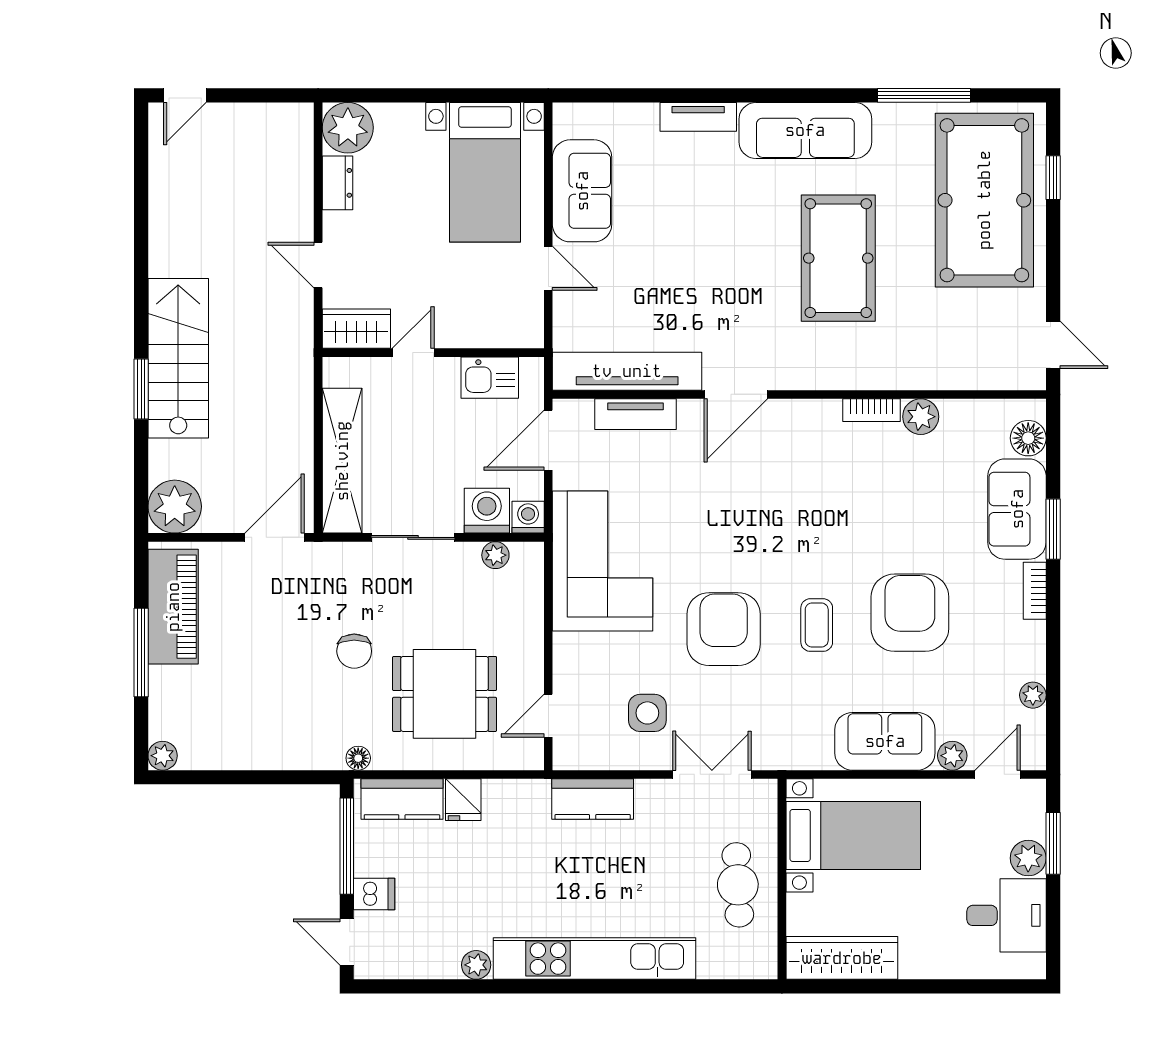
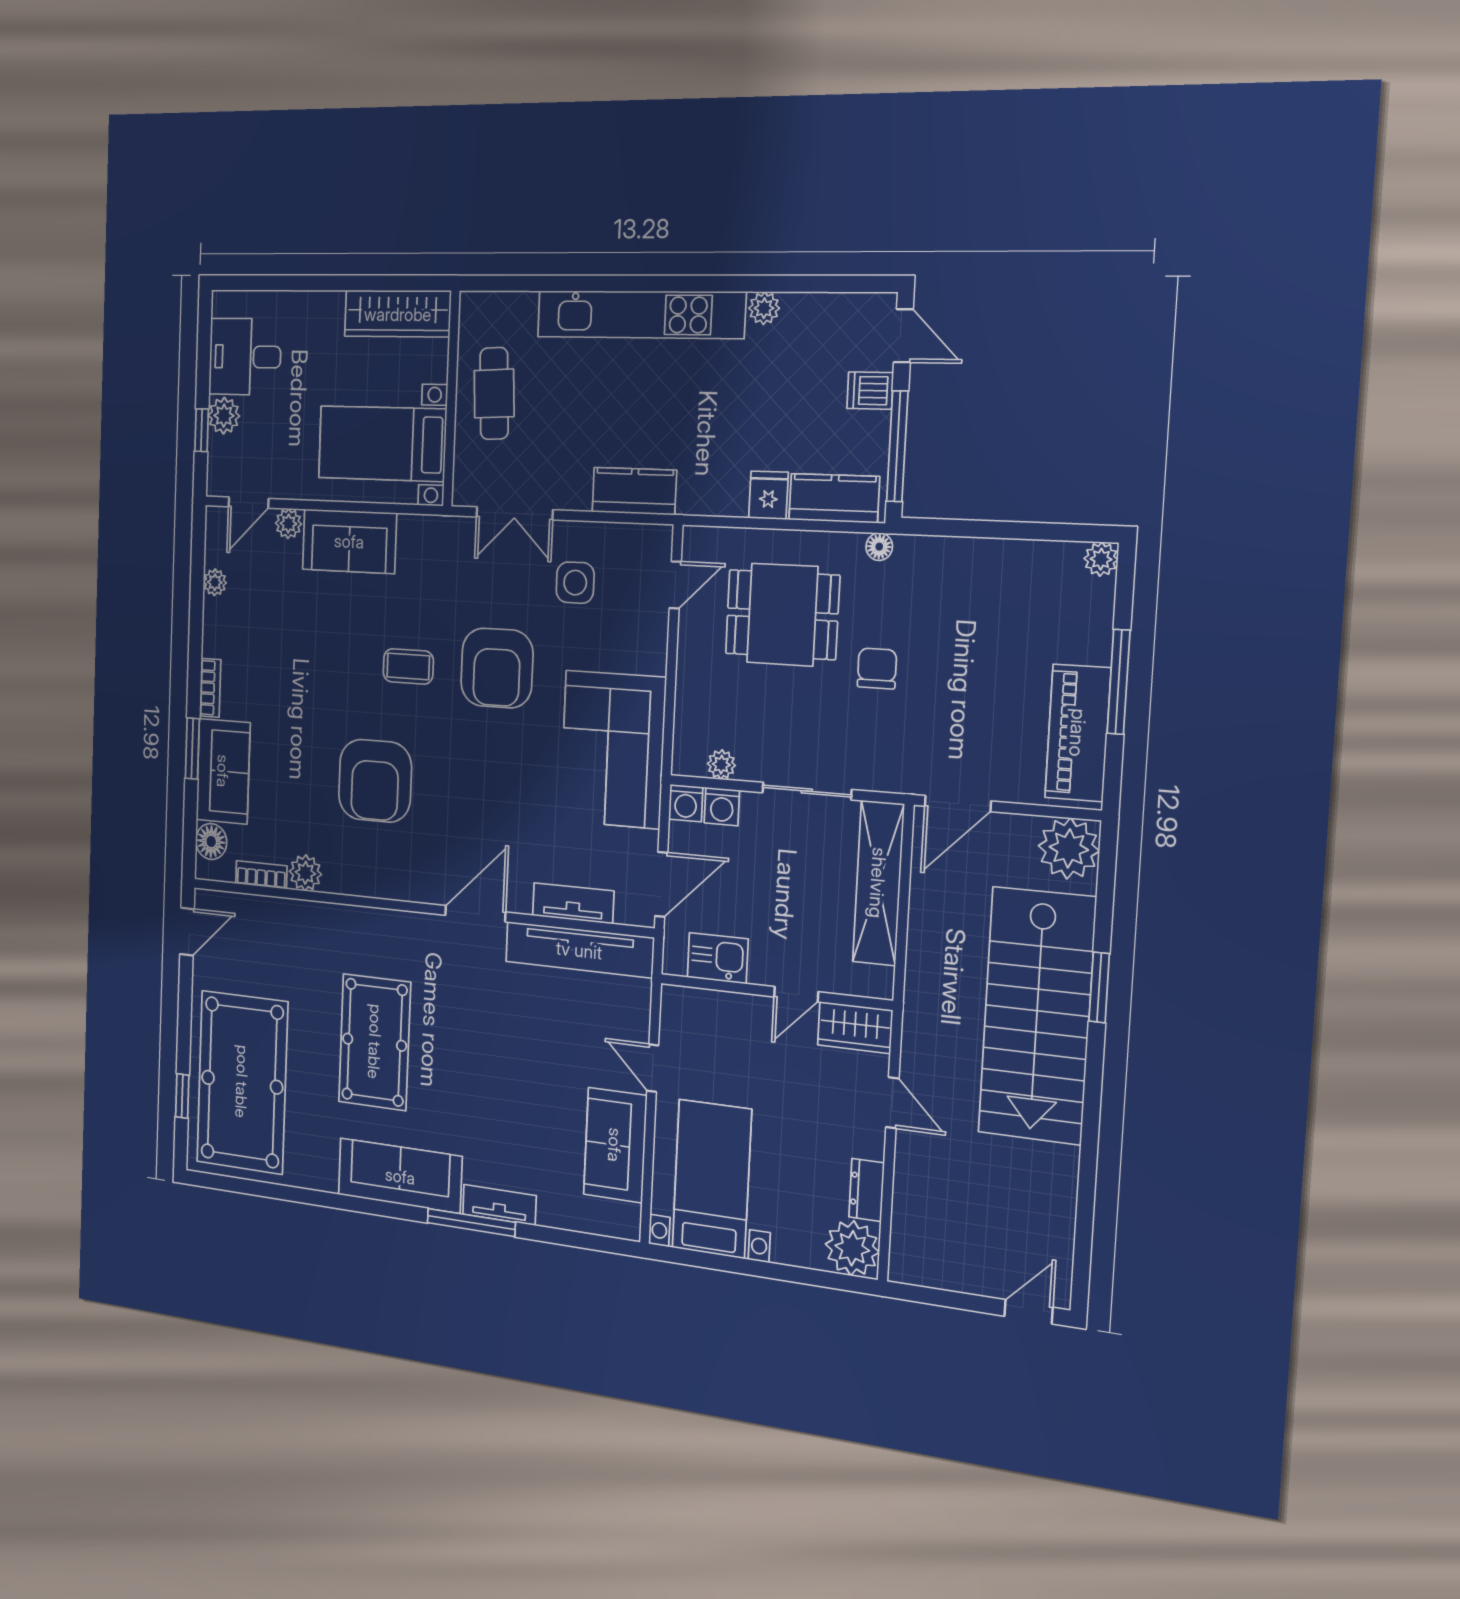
window: (924, 95) -> (471, 1223), moved
door: (1053, 345) -> (187, 932), swing flipped
stairs: (178, 358) -> (1037, 1016), width x1.36, depth x1.51
bookcase: (871, 410) -> (261, 875), moved
washing machine: (487, 511) -> (722, 807), width x0.73, depth x0.73
armchair: (910, 613) -> (375, 781), moved
coffee table: (817, 625) -> (408, 666), turned 90
window: (1053, 843) -> (202, 430), width x0.67

